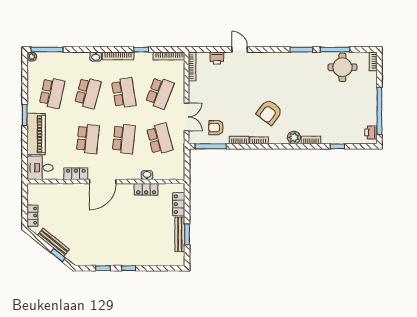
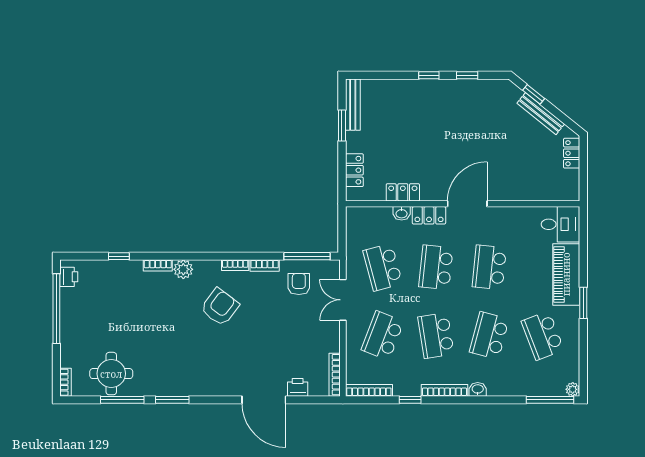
door: (240, 50) -> (264, 400), width x1.88
school desk: (52, 93) -> (543, 336), turned -33
armchair: (216, 128) -> (299, 284), turned -90
locker: (76, 174) -> (429, 215), moved
bench: (180, 234) -> (353, 105), moved

